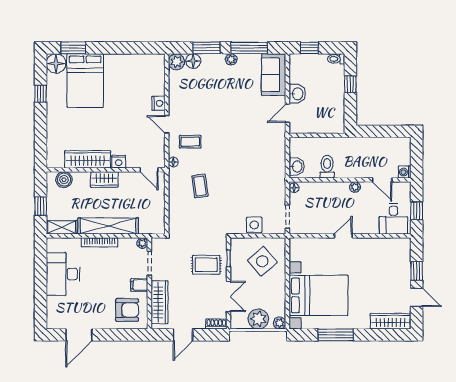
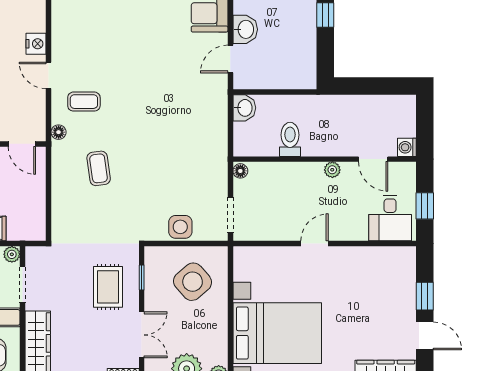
washbasin: (297, 167) -> (244, 108), moved
rug: (206, 265) -> (108, 287), turned 90

